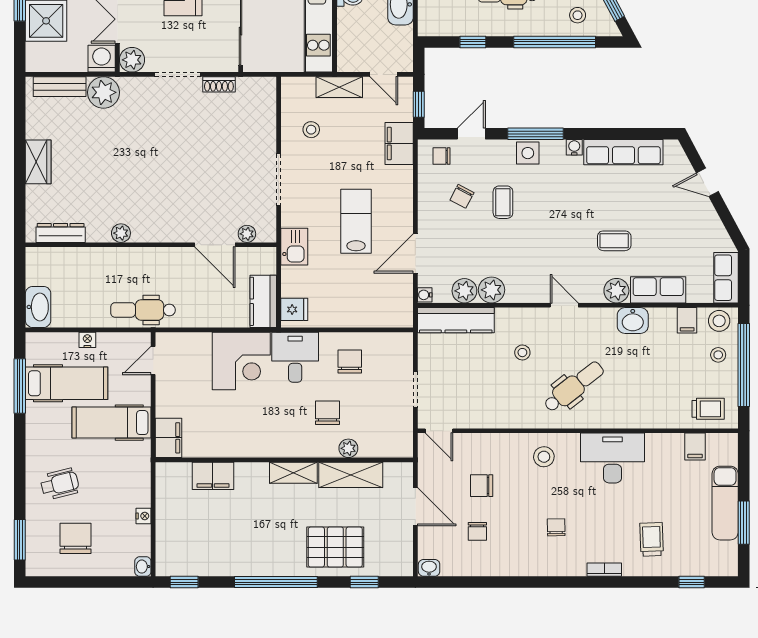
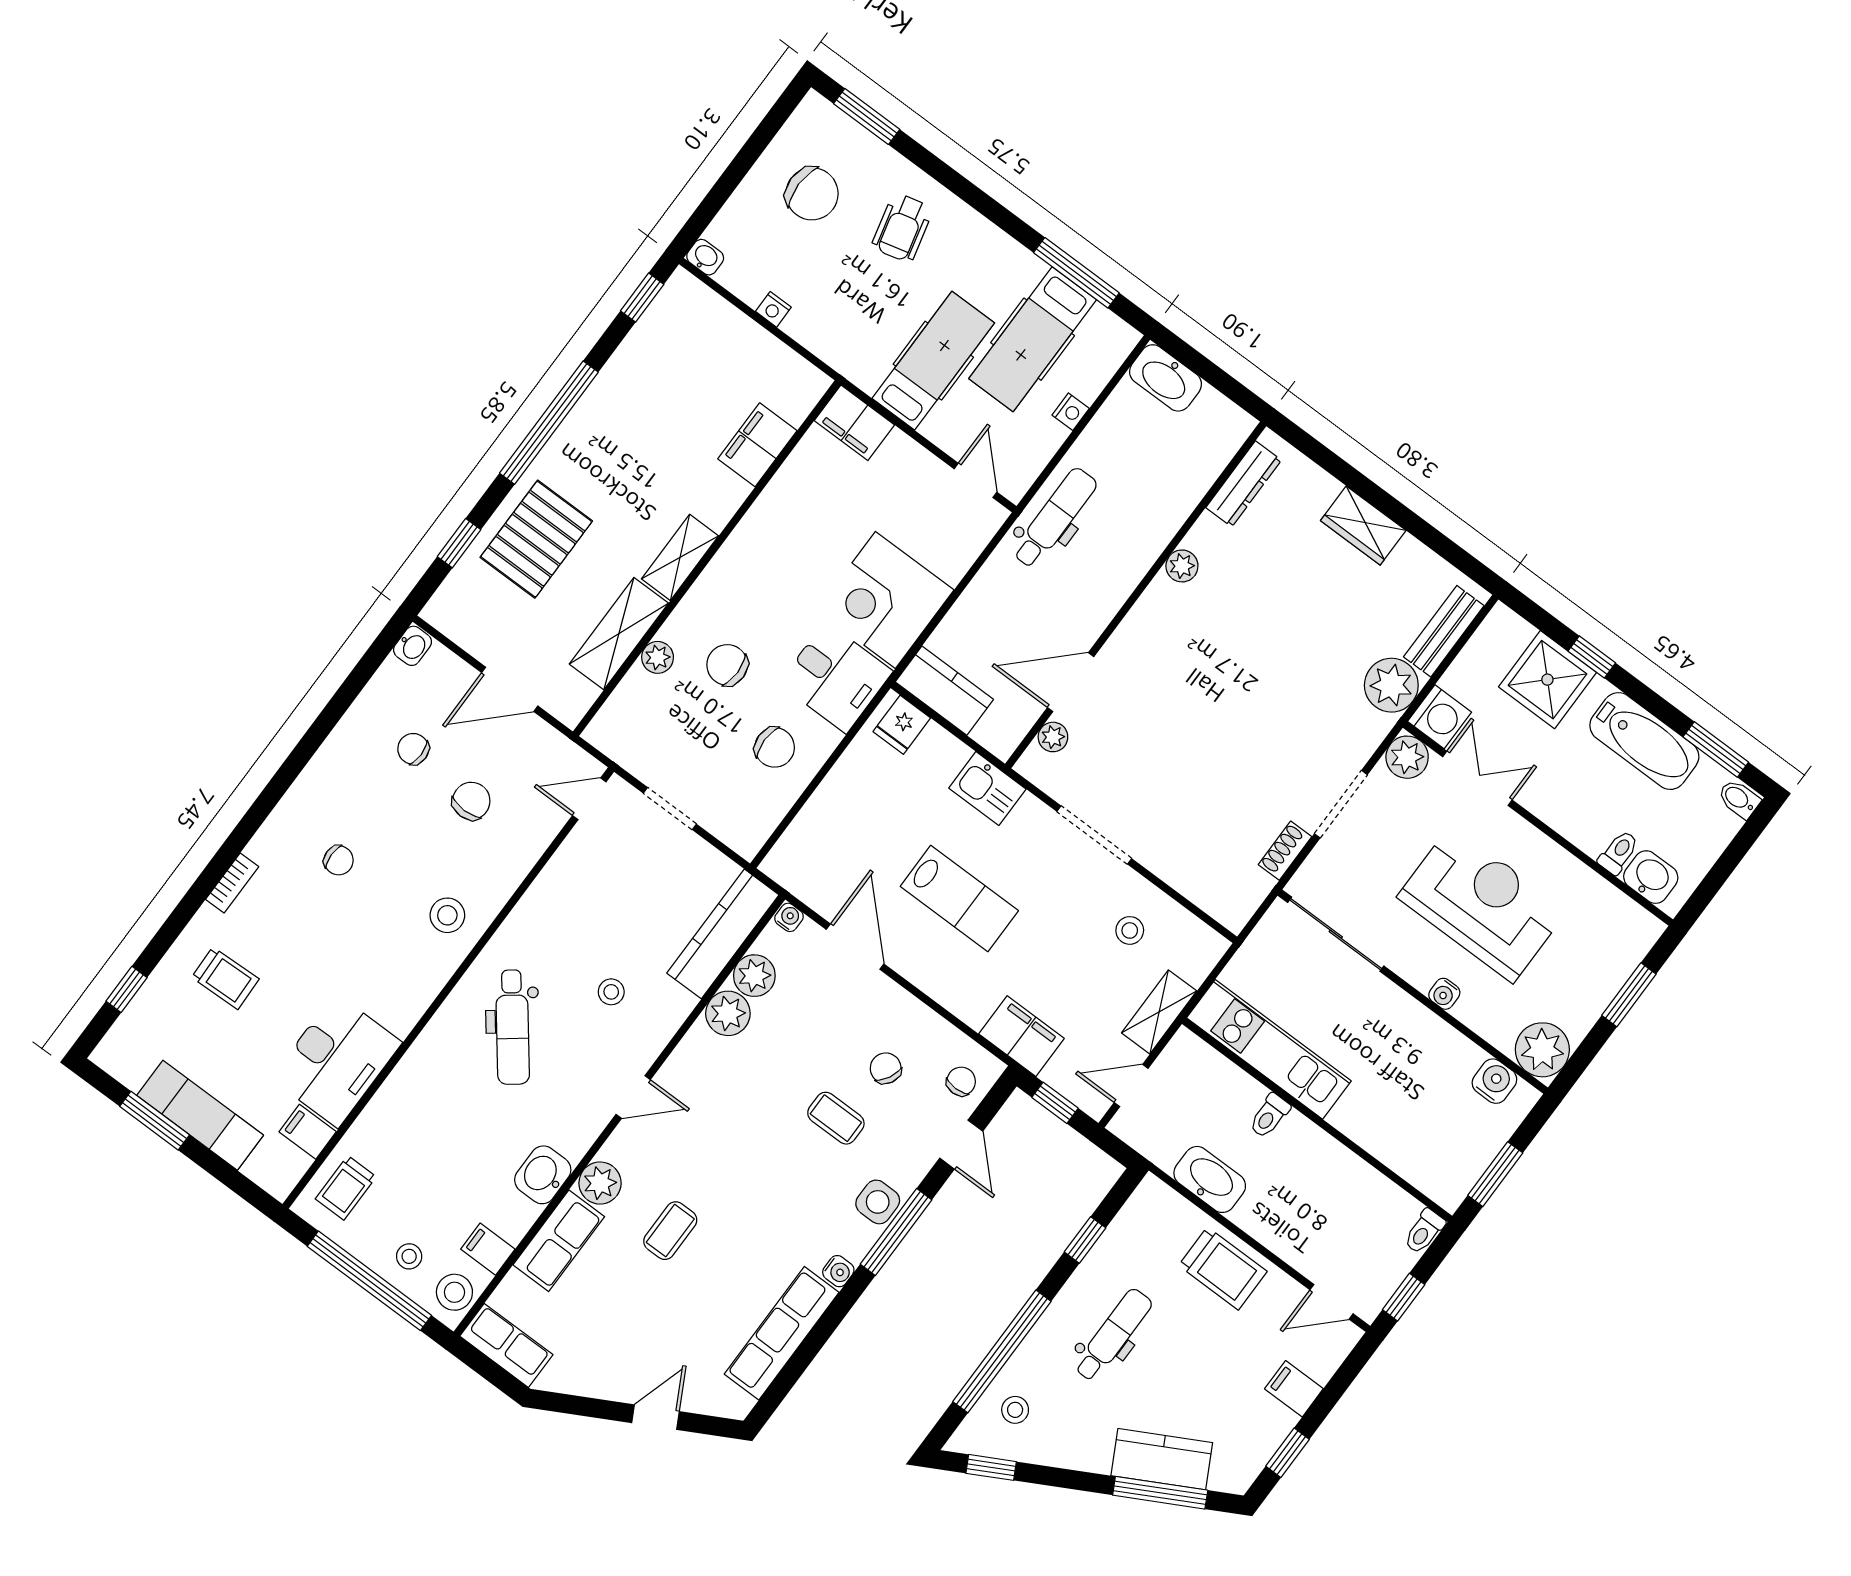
chair: (327, 413) -> (727, 665), turned 180
desk: (612, 458) -> (336, 1060), moved

